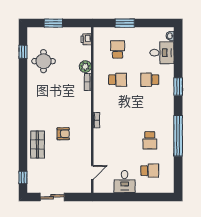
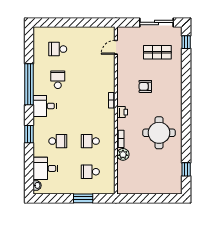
window: (53, 23) -> (155, 198), removed
printer: (86, 39) -> (122, 112), moved
school desk: (118, 49) -> (90, 172), turned 90
round table: (44, 61) -> (159, 133), moved, width x1.36, depth x1.36
shop shelf: (37, 145) -> (157, 52), moved, turned 90
desk: (125, 182) -> (45, 106), moved, turned -90
sliding door: (52, 197) -> (156, 22), width x1.37

